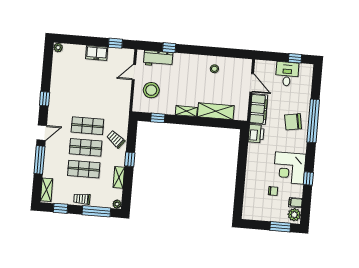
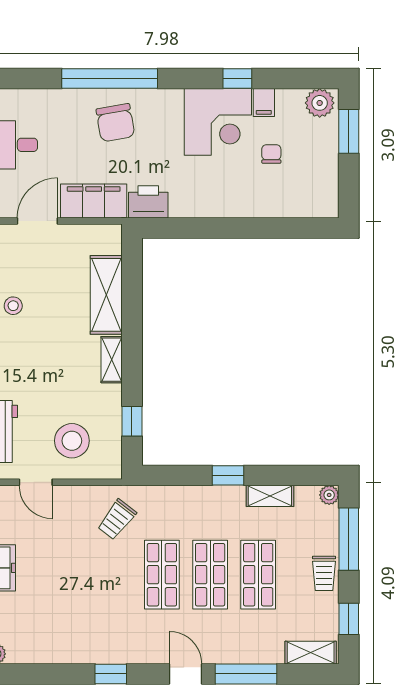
trolley: (116, 139) -> (117, 519), moved
filing cabinet: (295, 203) -> (264, 102), moved

